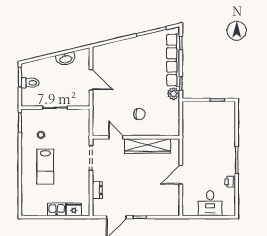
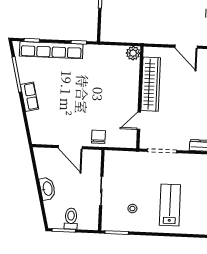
row of seats: (133, 43) -> (30, 97), added
washbasin: (66, 59) -> (47, 189), moved
door: (91, 80) -> (70, 147), swing flipped
plant: (173, 94) -> (133, 53), moved
chair: (139, 114) -> (98, 137), moved
lab bench: (45, 167) -> (170, 205), turned -90

